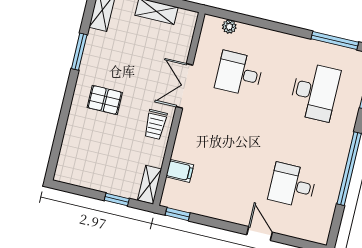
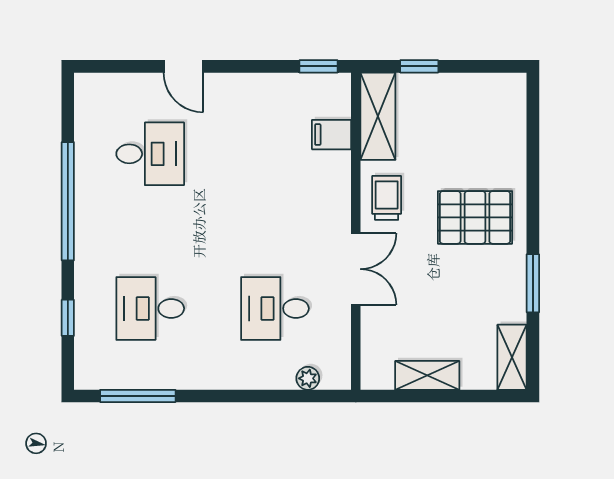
desk: (239, 74) -> (275, 308), turned 180
desk: (315, 92) -> (150, 308), width x0.73
pallet: (105, 100) -> (475, 217), width x1.50, depth x1.42
shelving: (150, 185) -> (378, 116), width x1.50, depth x1.33

